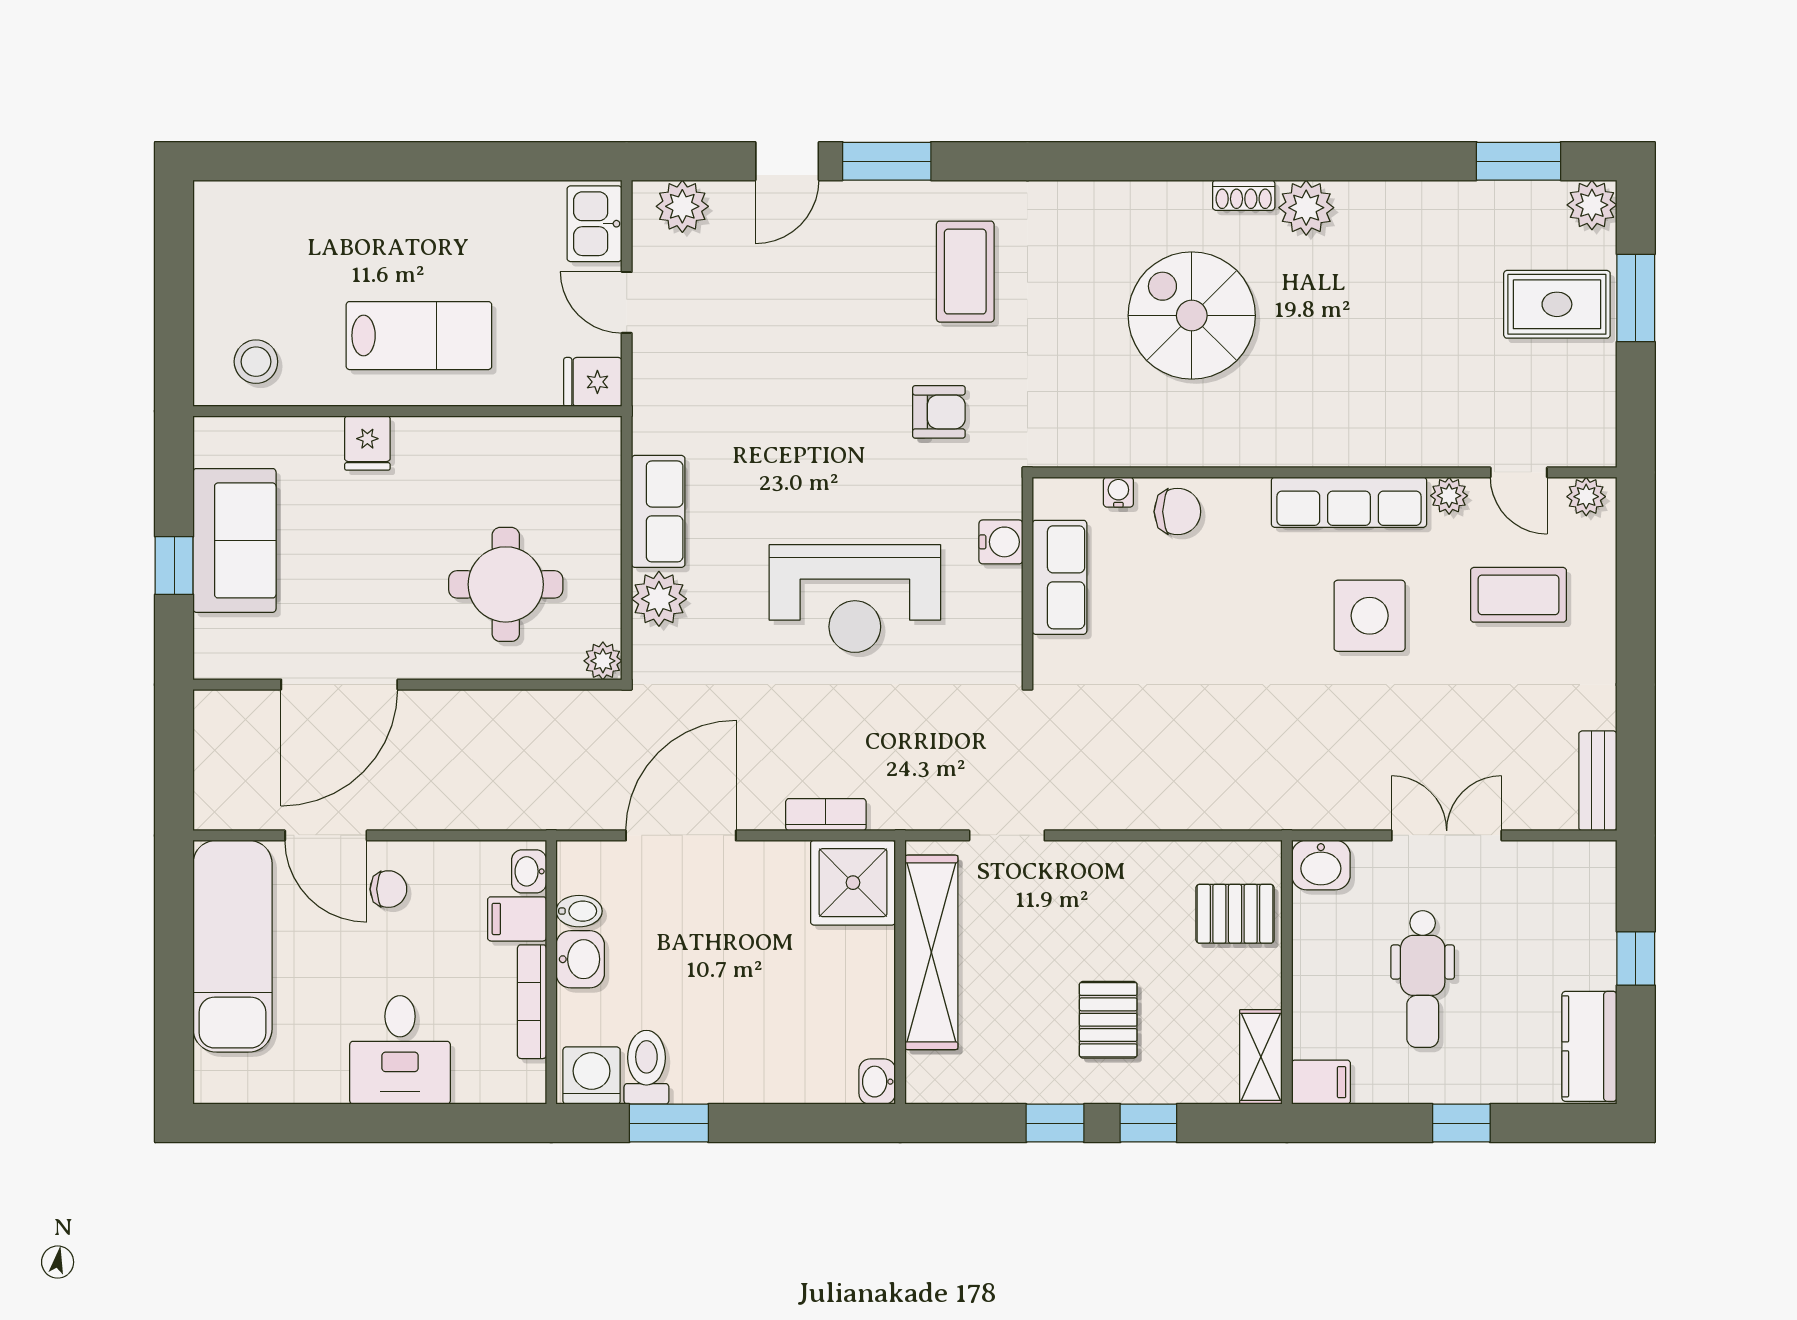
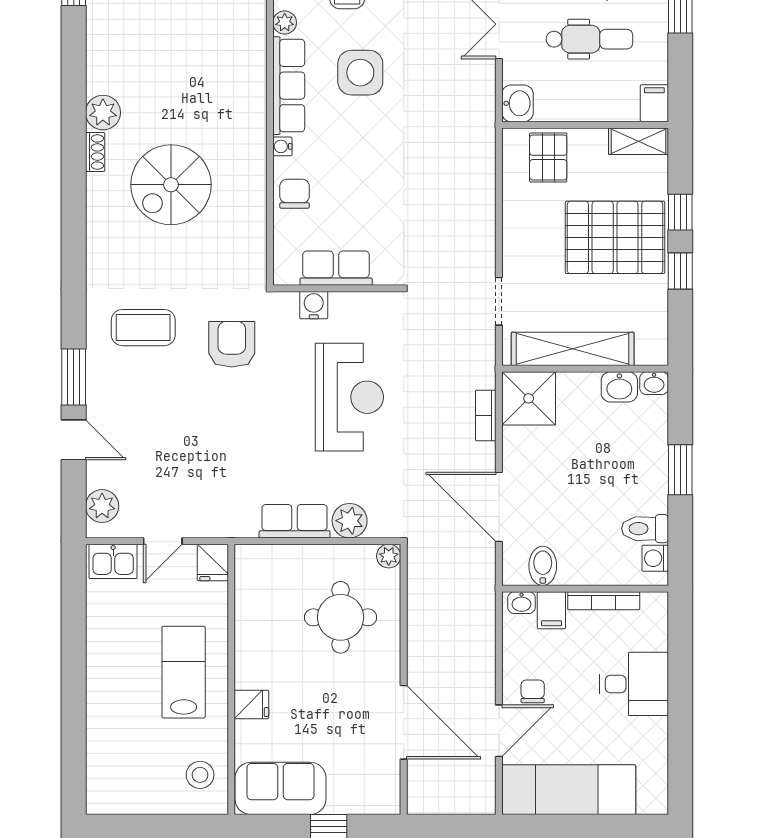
armchair: (939, 412) -> (232, 344), width x1.38, depth x1.38
water cooler: (1118, 492) -> (282, 146), moved
sofa: (234, 540) -> (280, 788), moved
bidet: (579, 911) -> (543, 566), width x1.38, depth x1.36
washbasin: (580, 959) -> (619, 387), moved, turned 180
pallet: (1108, 1020) -> (615, 237), width x2.05, depth x2.00
washing machine: (592, 1076) -> (655, 558), width x0.73, depth x0.73
window: (669, 1123) -> (680, 470), moved

